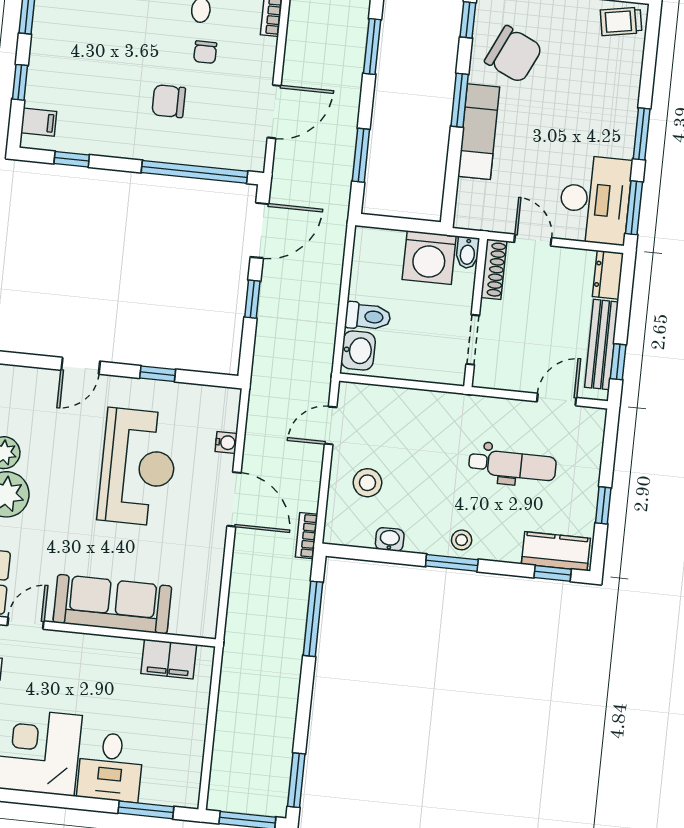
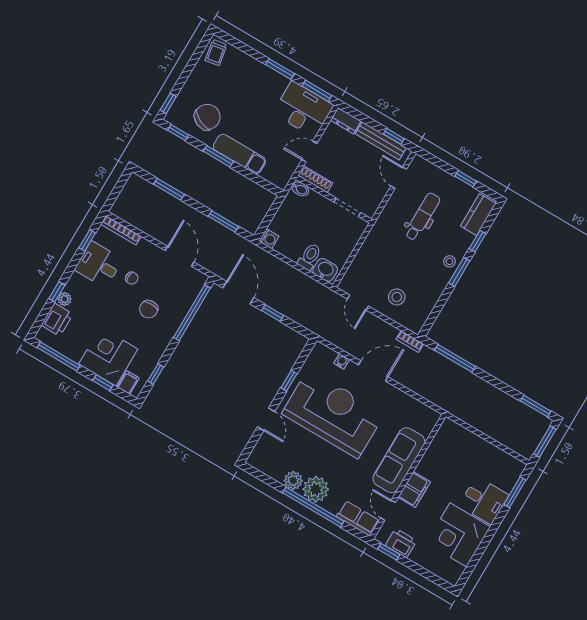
corner desk: (65, 72) -> (108, 357), added
washing machine: (429, 258) -> (269, 239), moved, width x0.53, depth x0.53
reception desk: (138, 467) -> (333, 414), width x1.36, depth x1.30
washbasin: (390, 539) -> (432, 299), removed
window: (553, 573) -> (478, 241), moved
filing cabinet: (169, 659) -> (414, 490), moved

